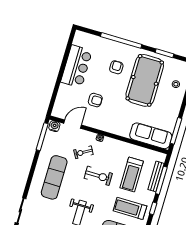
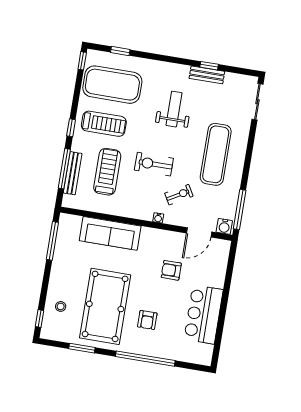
sofa: (151, 136) -> (110, 233), moved

